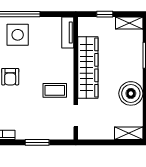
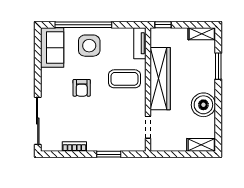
window: (105, 14) -> (163, 25), moved
coffee table: (55, 90) -> (125, 79), moved, width x1.36, depth x1.30

